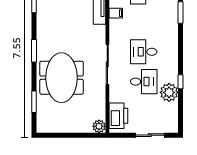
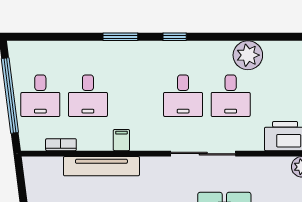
desk: (144, 82) -> (231, 96), turned 180
window: (181, 82) -> (175, 37), moved

